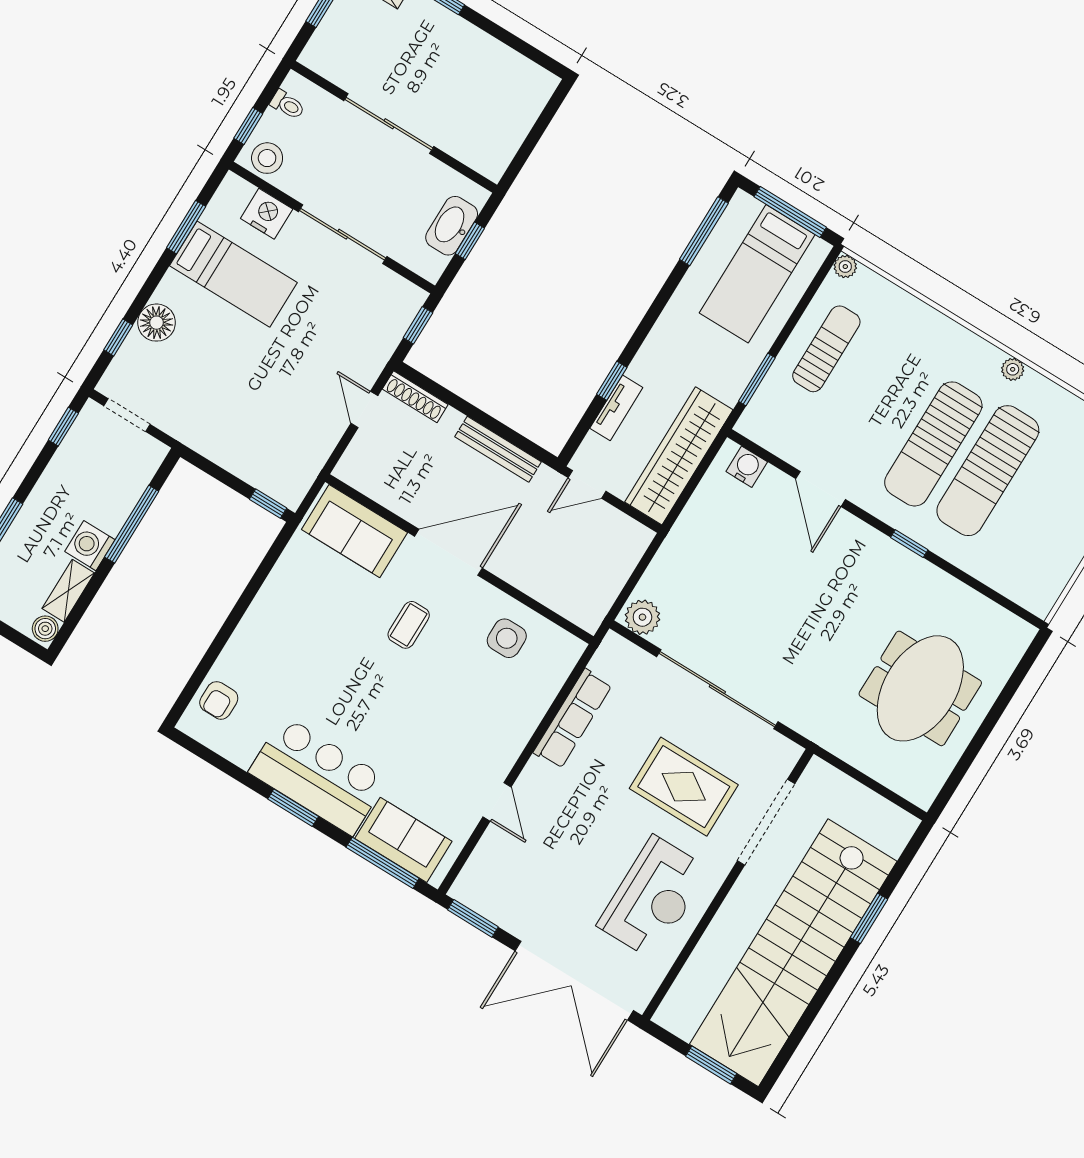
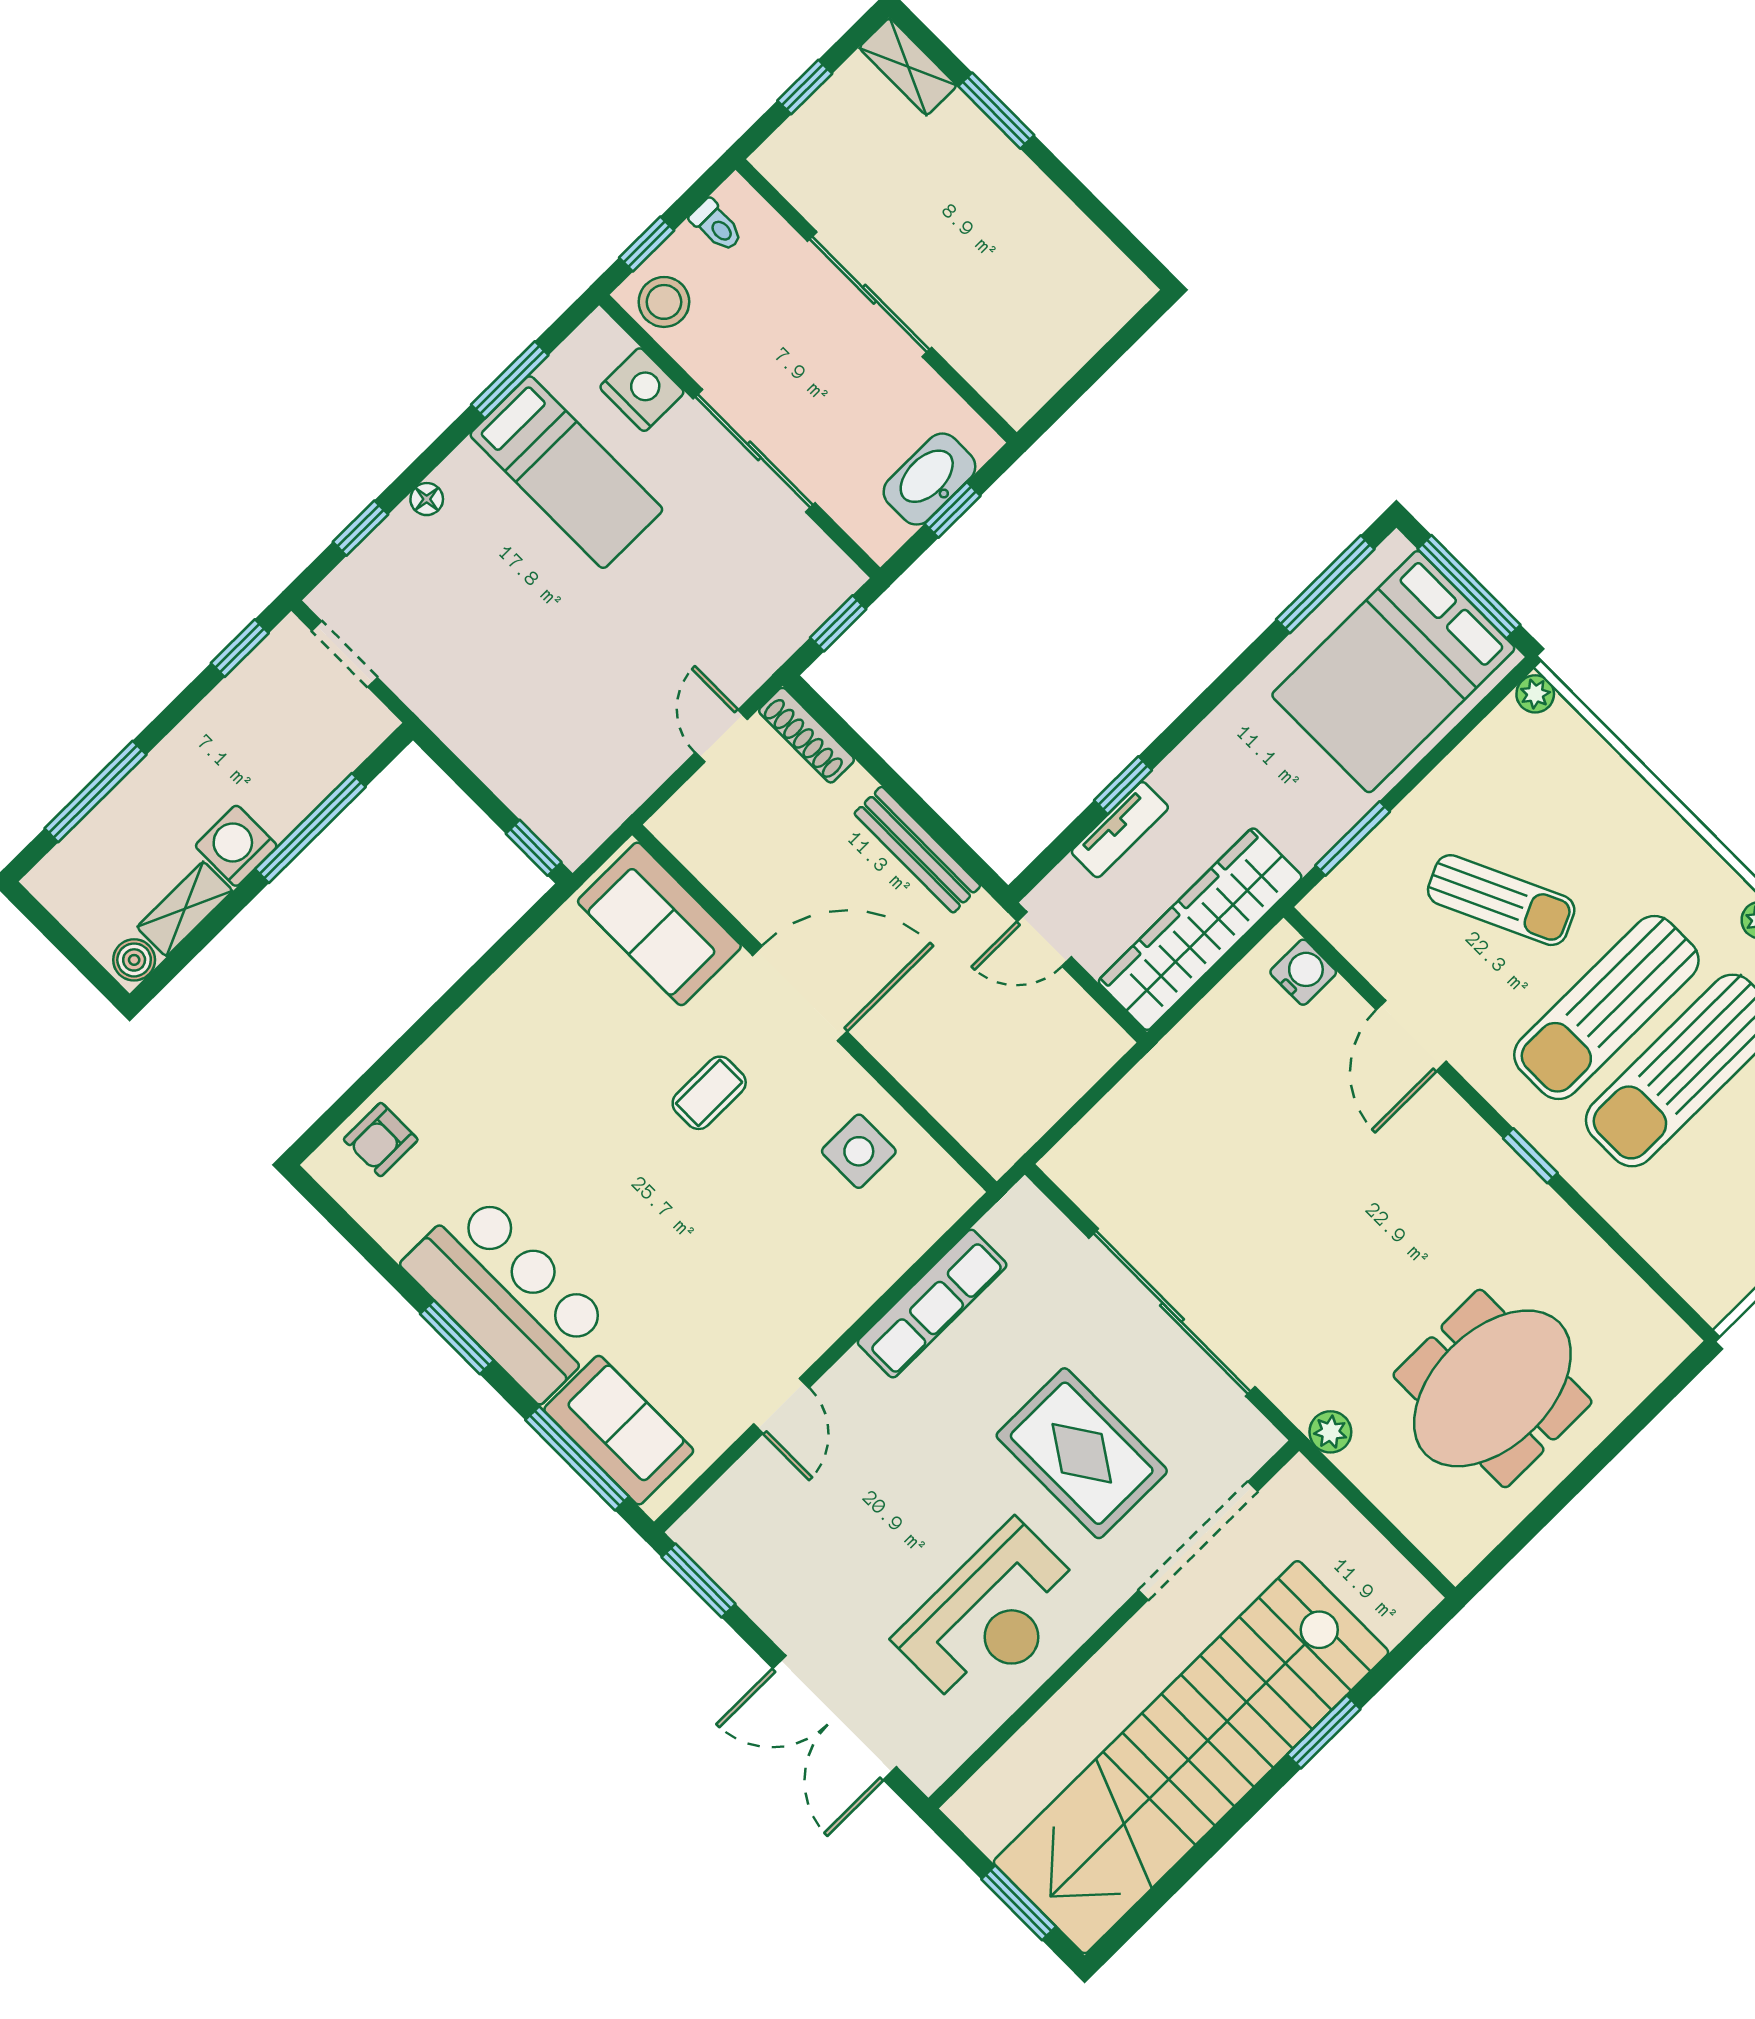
bed: (757, 274) -> (1393, 672), width x1.50
floor lamp: (157, 323) -> (427, 499), width x0.53, depth x0.53
sun lounger: (826, 349) -> (1501, 900), moved, turned 65
plant: (642, 617) -> (1330, 1432), moved, width x0.73, depth x0.73
double door: (574, 981) -> (835, 1718), width x0.73

